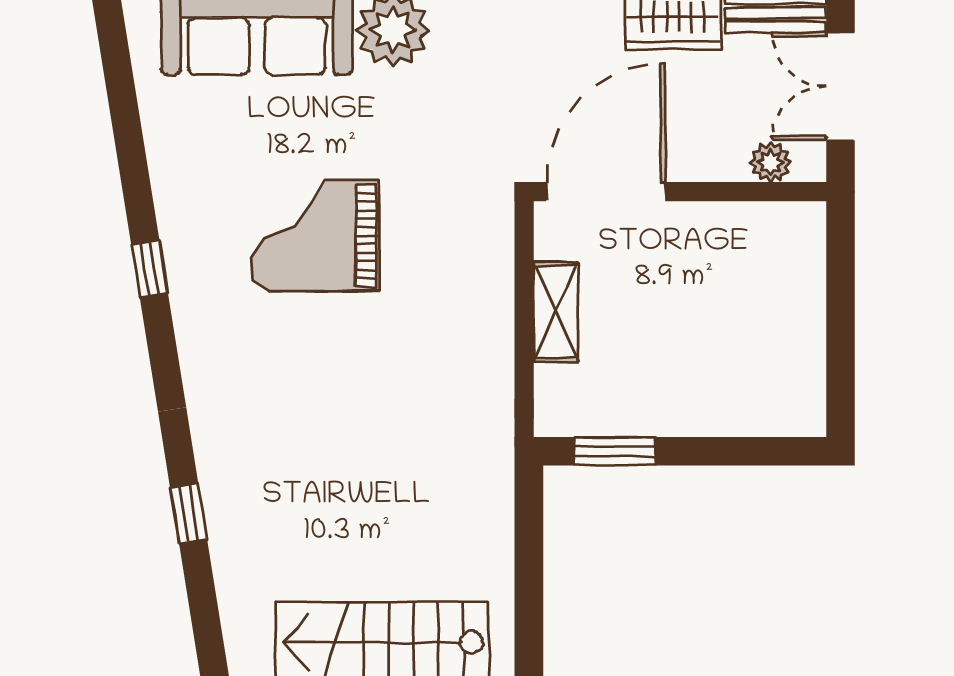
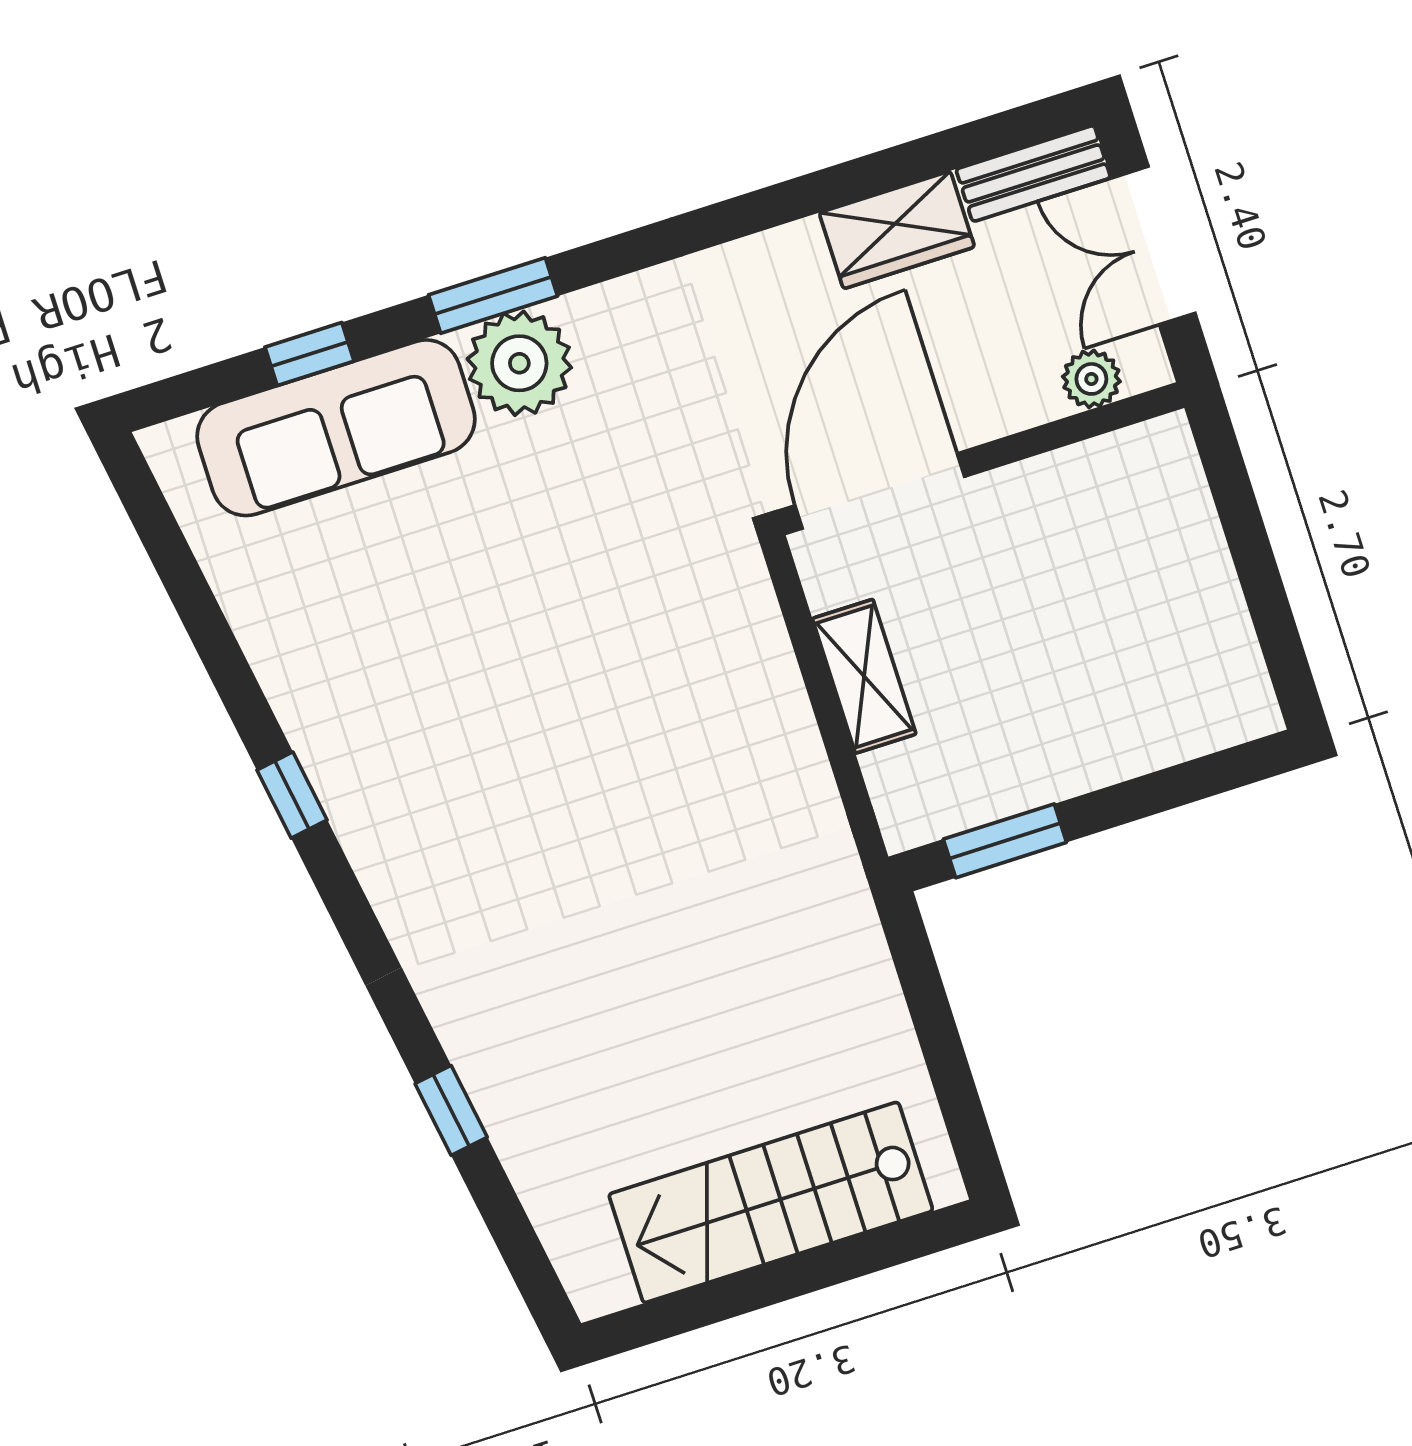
grand piano: (315, 236) -> (503, 677), removed

